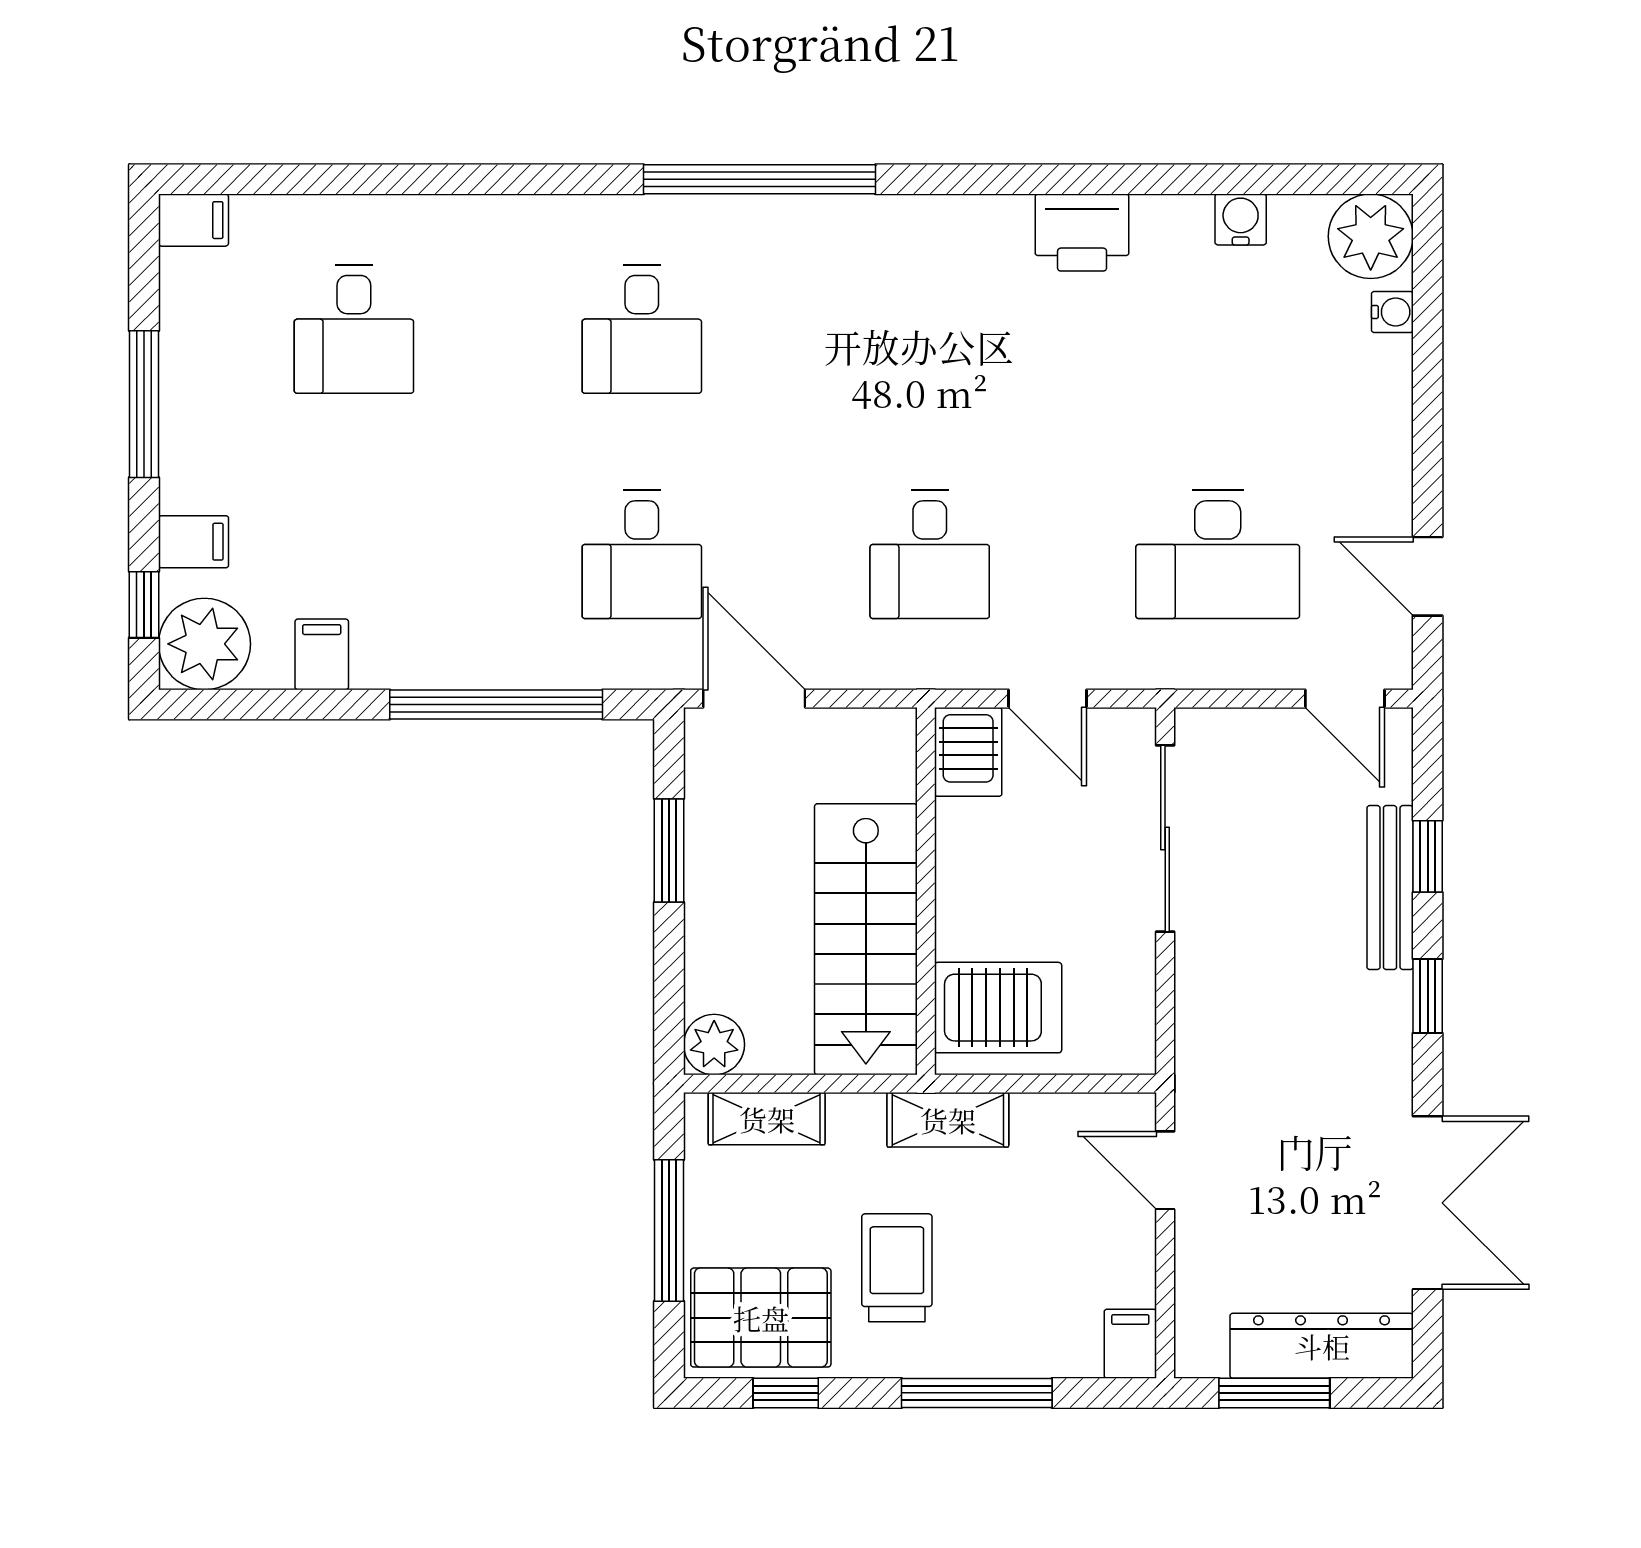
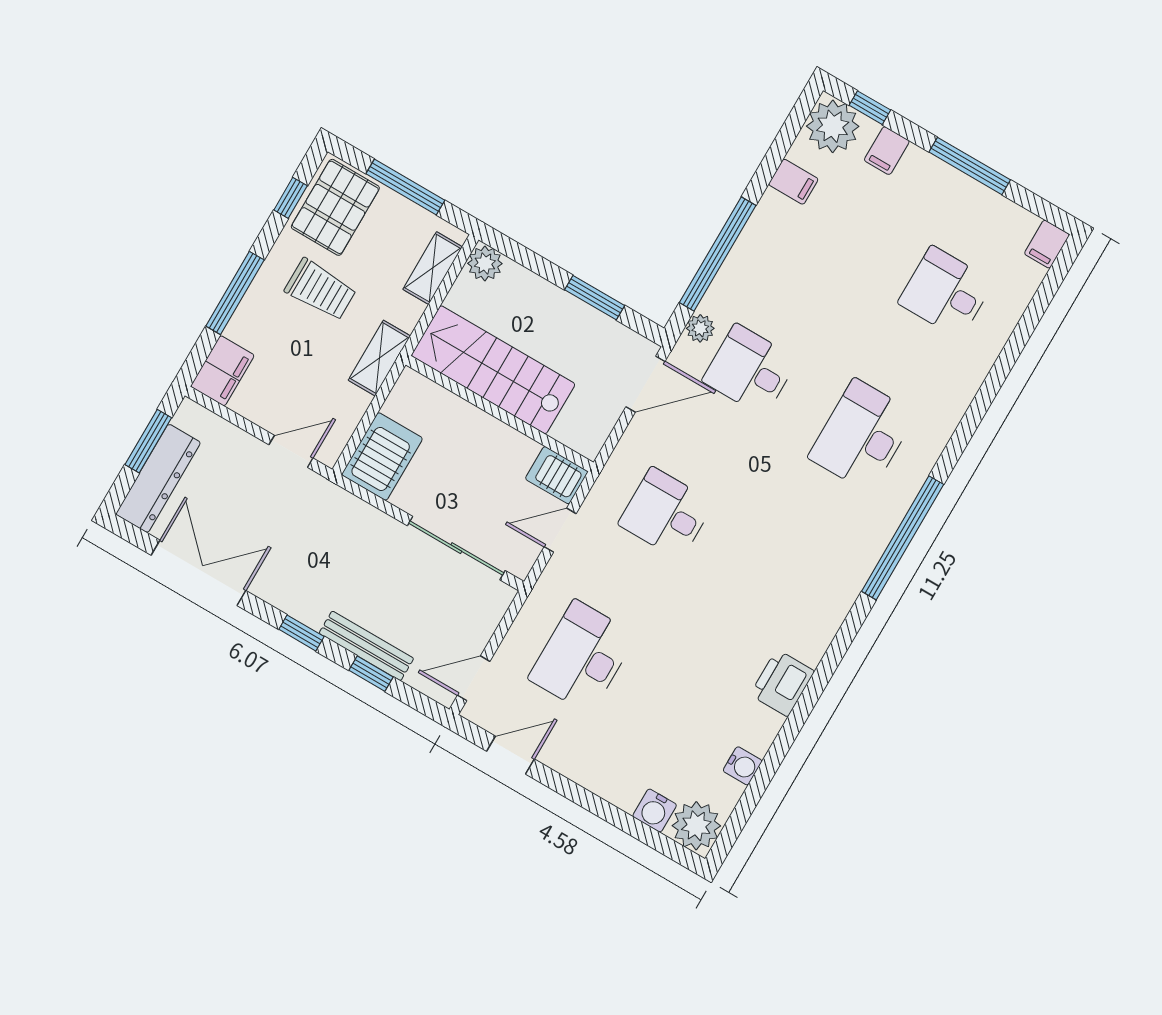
water cooler: (1392, 312) -> (655, 810), width x1.38, depth x1.38
desk: (642, 329) -> (862, 436), width x1.37
plant: (623, 665) -> (700, 328), added
server rack: (998, 1008) -> (382, 456), moved, turned 180
double door: (1428, 1203) -> (198, 573), swing flipped
filing cabinet: (1130, 1344) -> (222, 371), width x2.00

